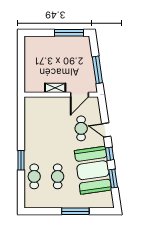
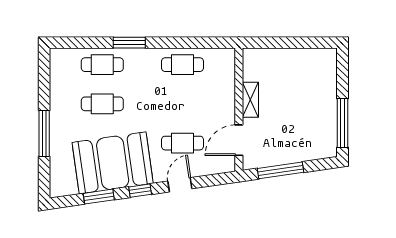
door: (79, 95) -> (239, 140), hinge flipped
cafe table: (34, 128) -> (183, 65), added

